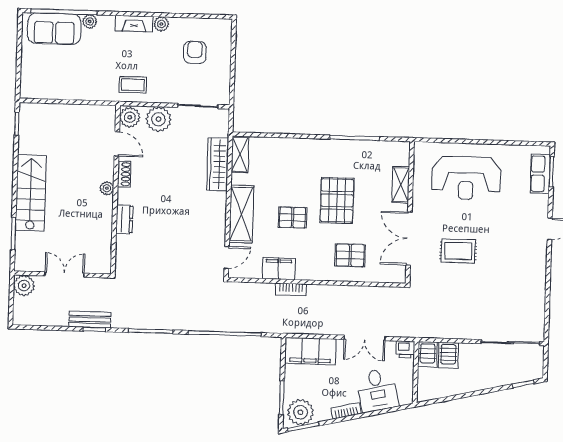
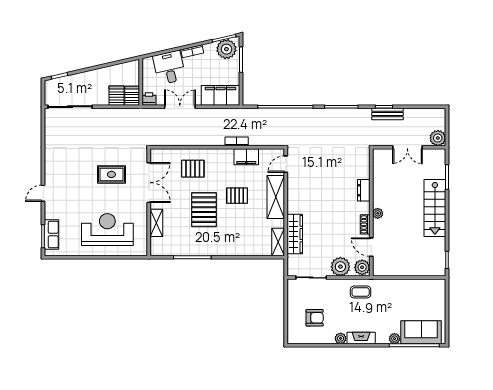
armchair: (195, 52) -> (315, 318), turned -90

